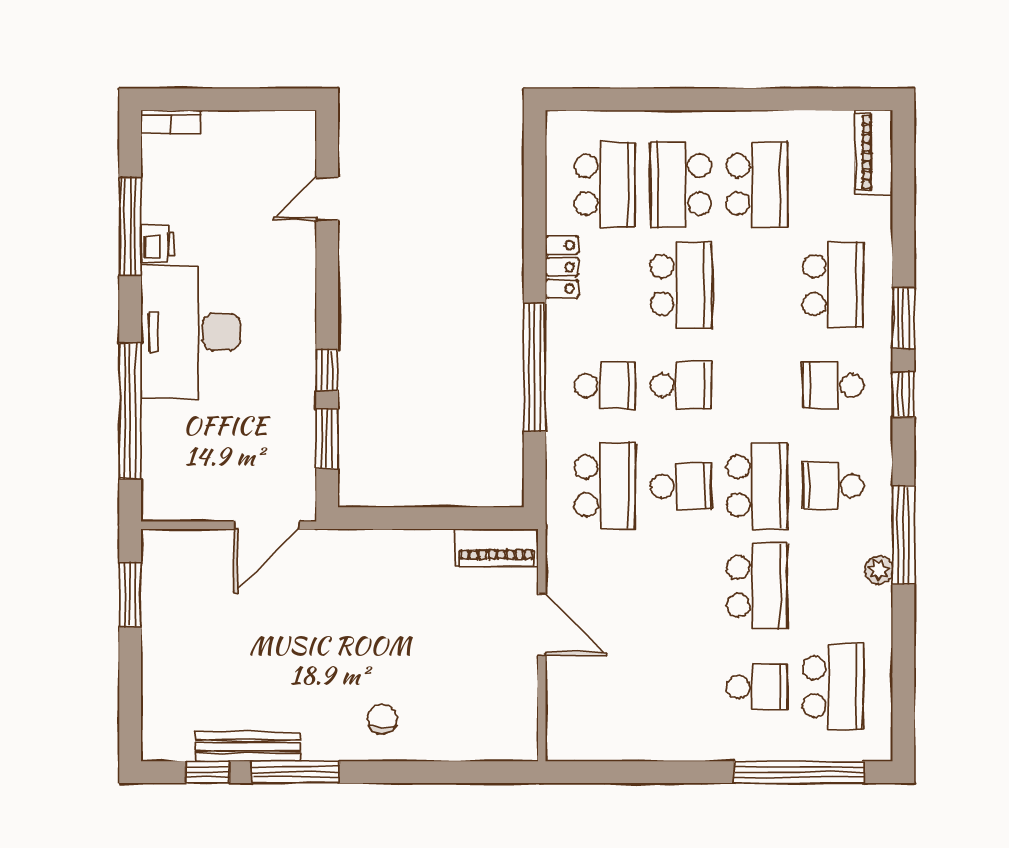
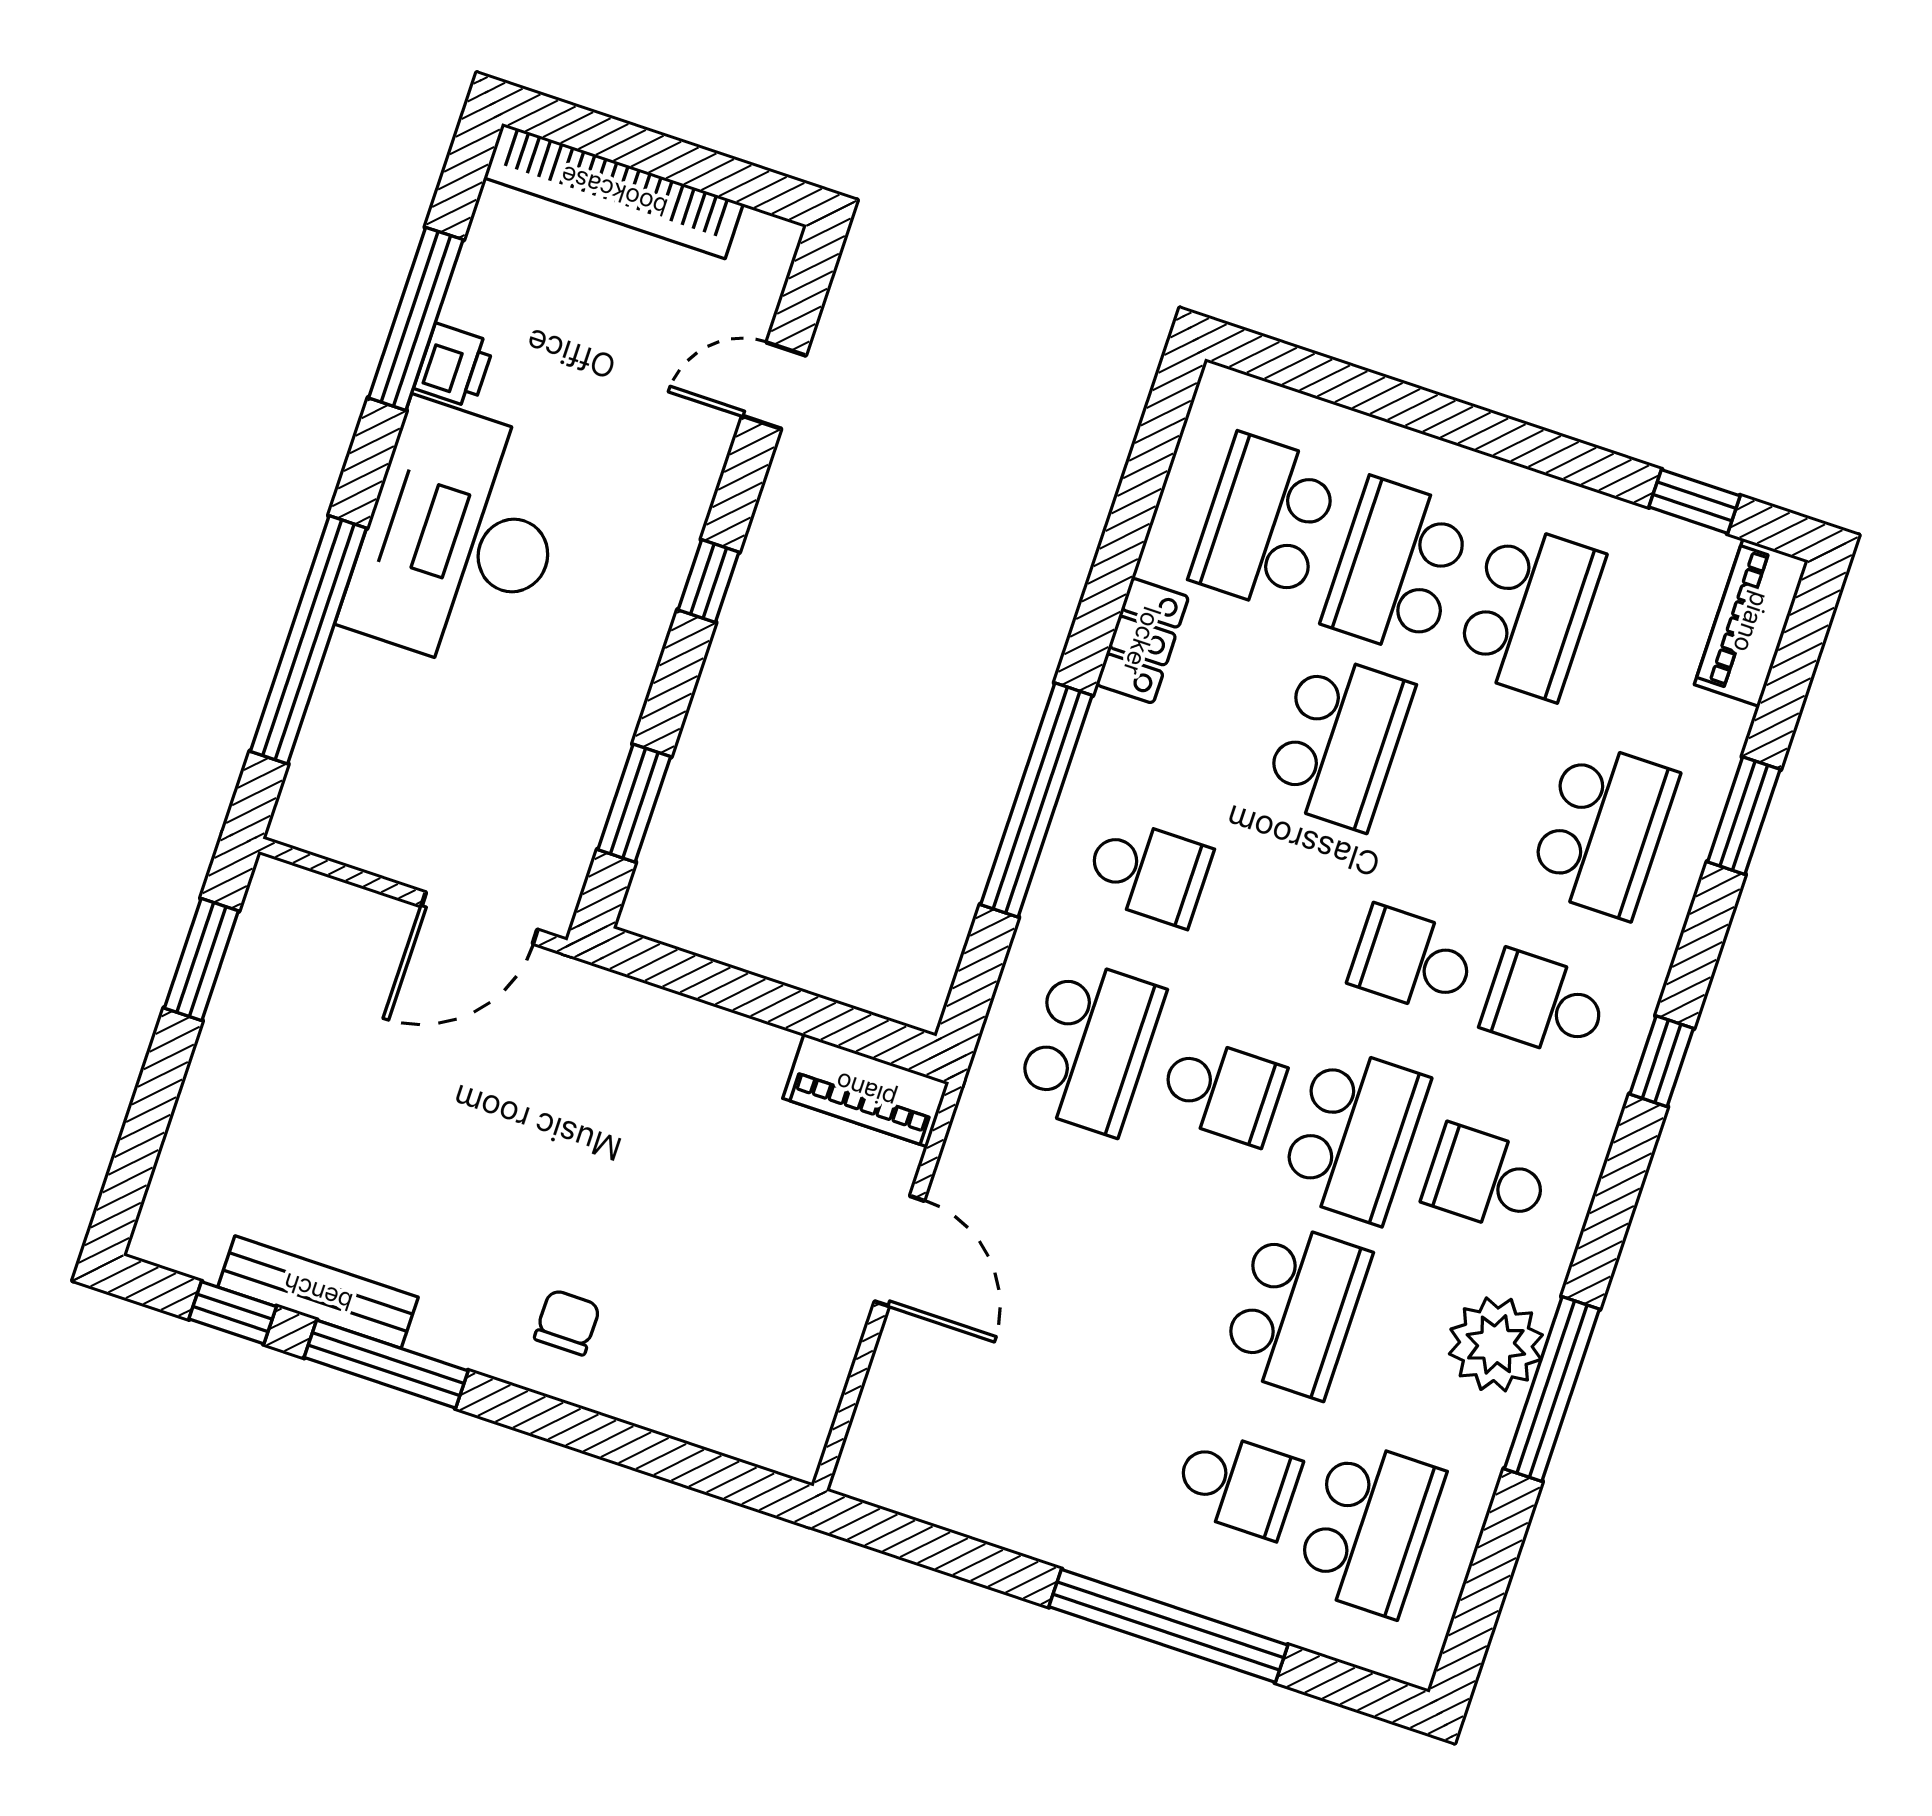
window: (823, 99) -> (1694, 501), added
bookcase: (171, 122) -> (614, 191), width x2.31, depth x1.31
school desk: (605, 185) -> (1265, 523), turned 180
window: (903, 318) -> (1744, 816), moved
window: (327, 370) -> (709, 581), moved
school desk: (681, 385) -> (1413, 960), moved, turned 180
window: (903, 535) -> (1552, 1389), moved
plant: (879, 570) -> (1496, 1344), width x1.88, depth x1.88
window: (799, 772) -> (1168, 1626), moved

